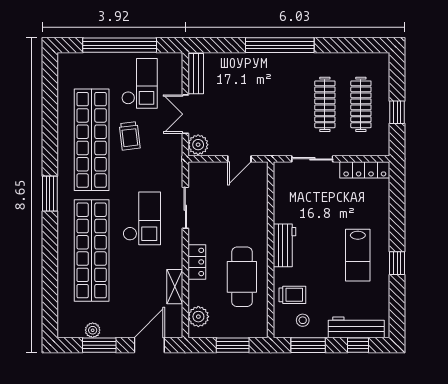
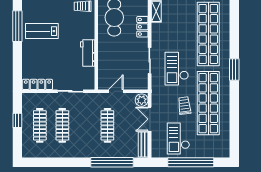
window: (280, 45) -> (112, 162), moved
clothes rail: (253, 104) -> (107, 125), added
double door: (185, 114) -> (150, 119), swing flipped
checkout: (142, 218) -> (177, 69), moved
workbench: (285, 245) -> (88, 53), moved
lab bench: (358, 255) -> (42, 31), turned -90
window: (397, 263) -> (17, 26), width x2.17

